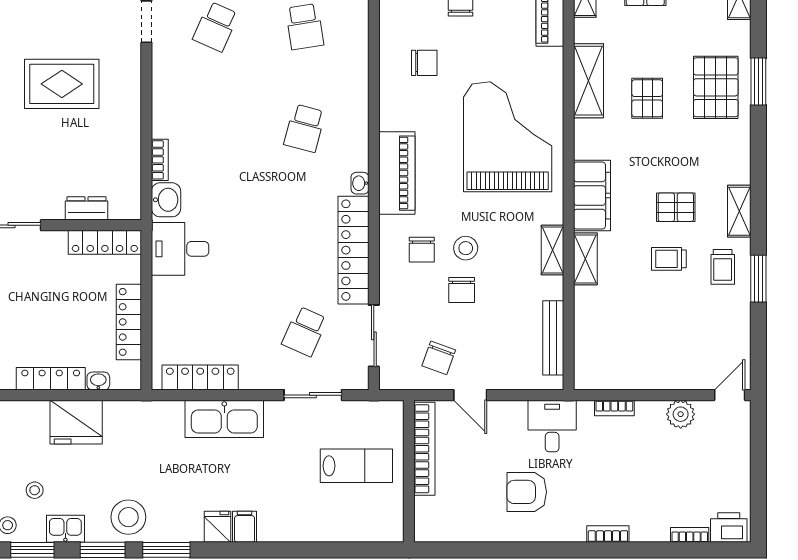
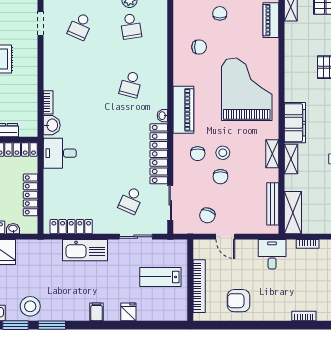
shelving: (588, 81) -> (293, 213), moved
bookcase: (424, 449) -> (199, 286), moved
lab bench: (356, 466) -> (160, 277), turned 180
armchair: (527, 492) -> (238, 301), moved
fridge: (218, 527) -> (128, 312), moved

